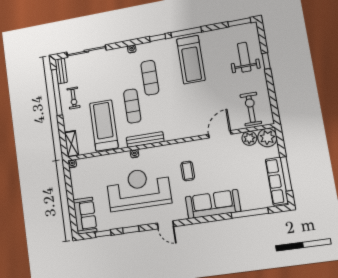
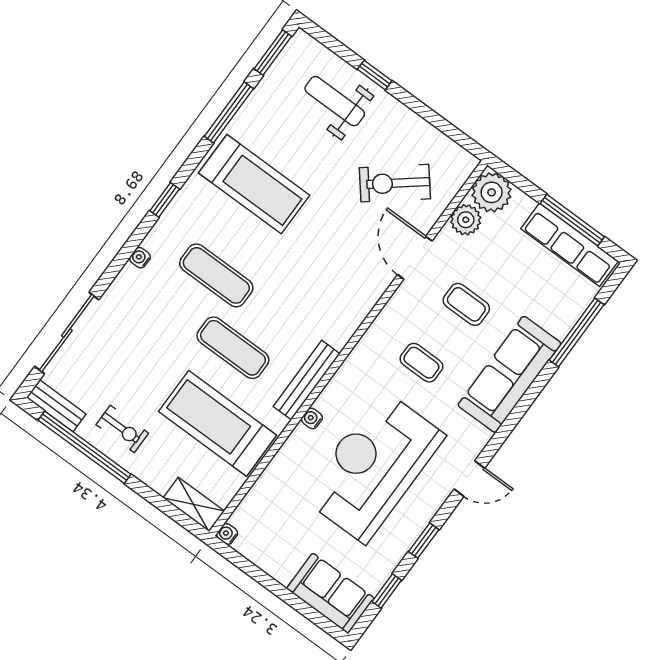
window: (186, 32) -> (229, 112), moved
exercise bike: (251, 109) -> (395, 183), moved, turned -39
coffee table: (222, 167) -> (466, 304), added

